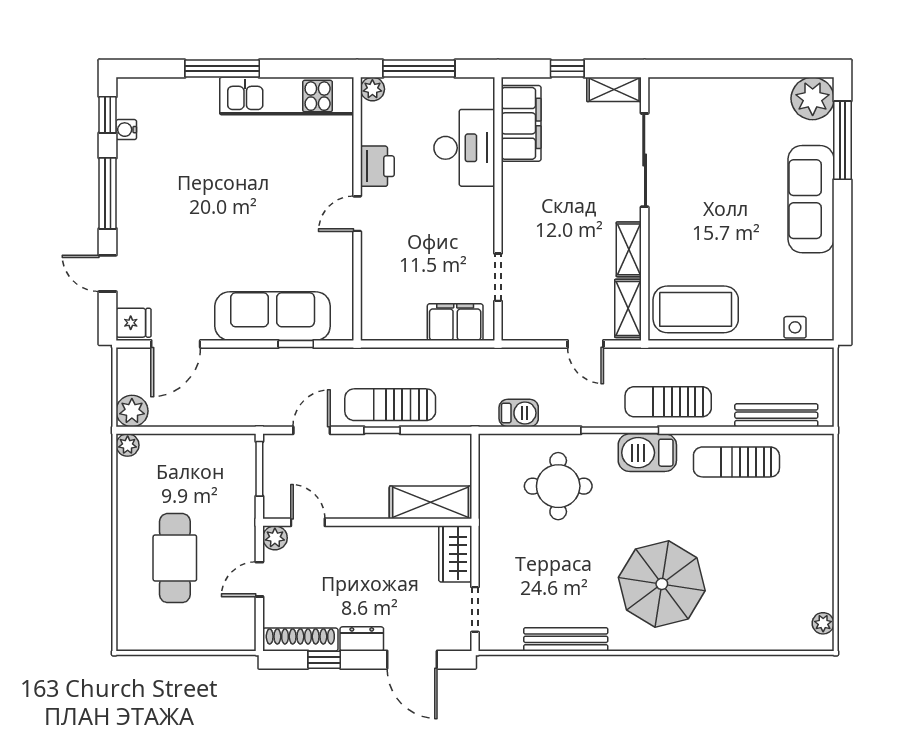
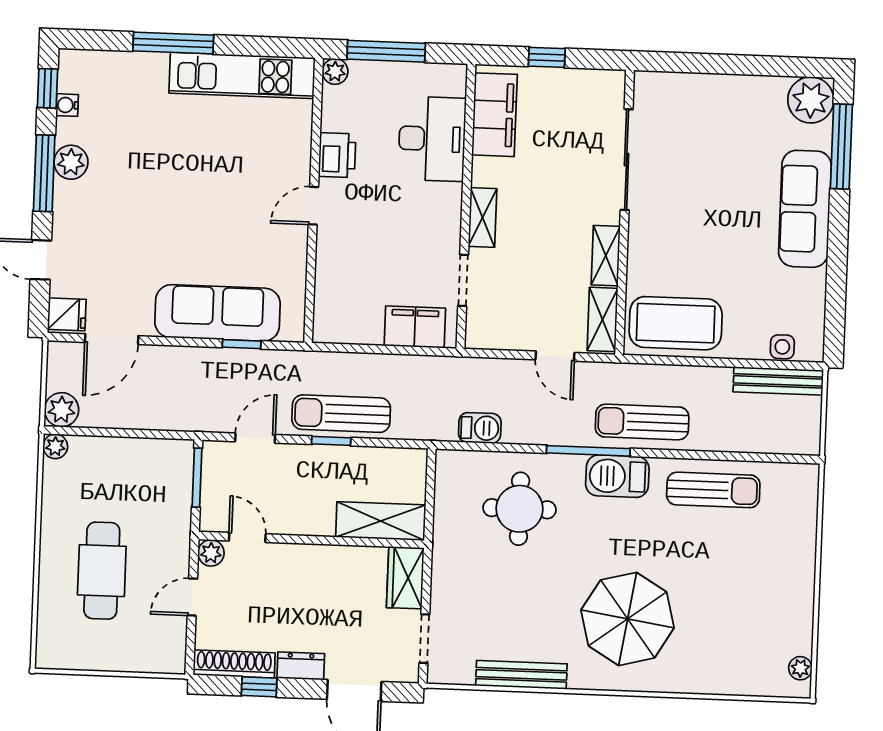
shelving: (614, 89) -> (482, 218), moved, turned 90
plant: (132, 182) -> (71, 162), added
bench: (776, 415) -> (778, 381), moved
sun lounger: (736, 462) -> (713, 490), turned 180

